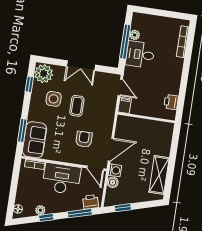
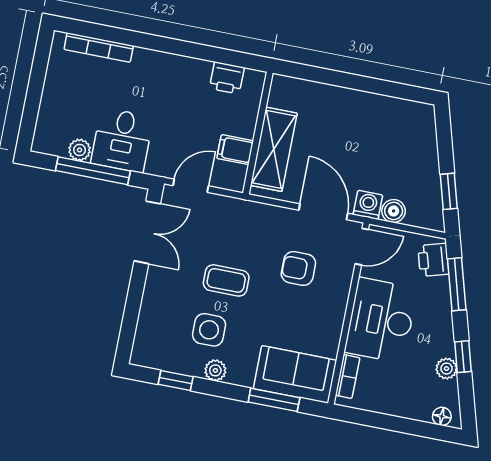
double door: (81, 66) -> (147, 232), moved
plant: (44, 74) -> (215, 370), moved, width x0.53, depth x0.53
filing cabinet: (125, 105) -> (235, 150), moved
shelving: (159, 175) -> (274, 149), moved, turned 90

